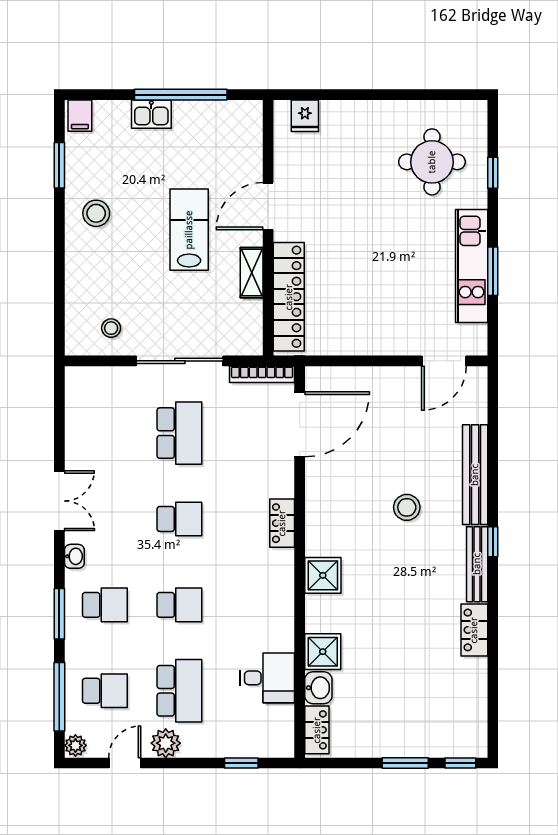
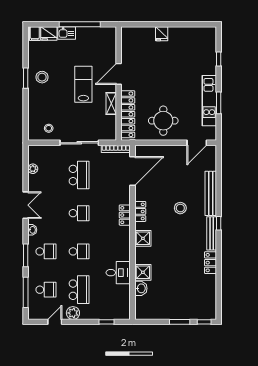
fridge: (112, 115) -> (49, 33), added
fridge: (305, 116) -> (162, 34), moved
round table: (432, 162) -> (163, 121), moved
window: (59, 165) -> (26, 78), moved
desk: (267, 678) -> (118, 273), moved
locker: (317, 730) -> (140, 211), moved
plant: (75, 745) -> (33, 169), moved

